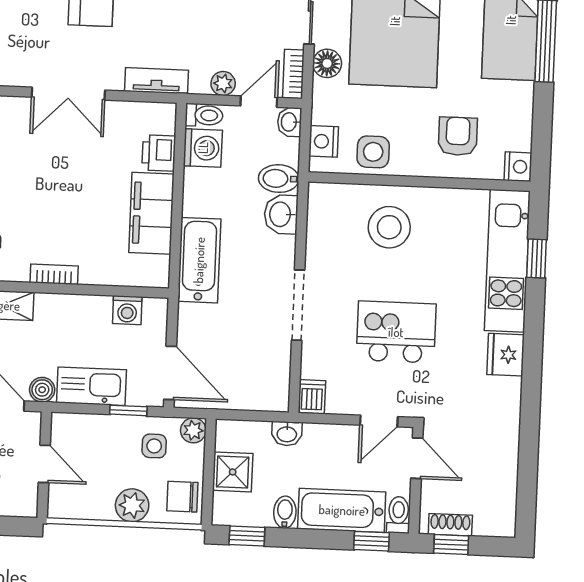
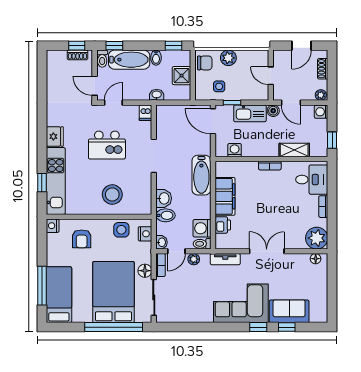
plant: (193, 430) -> (201, 95), removed

